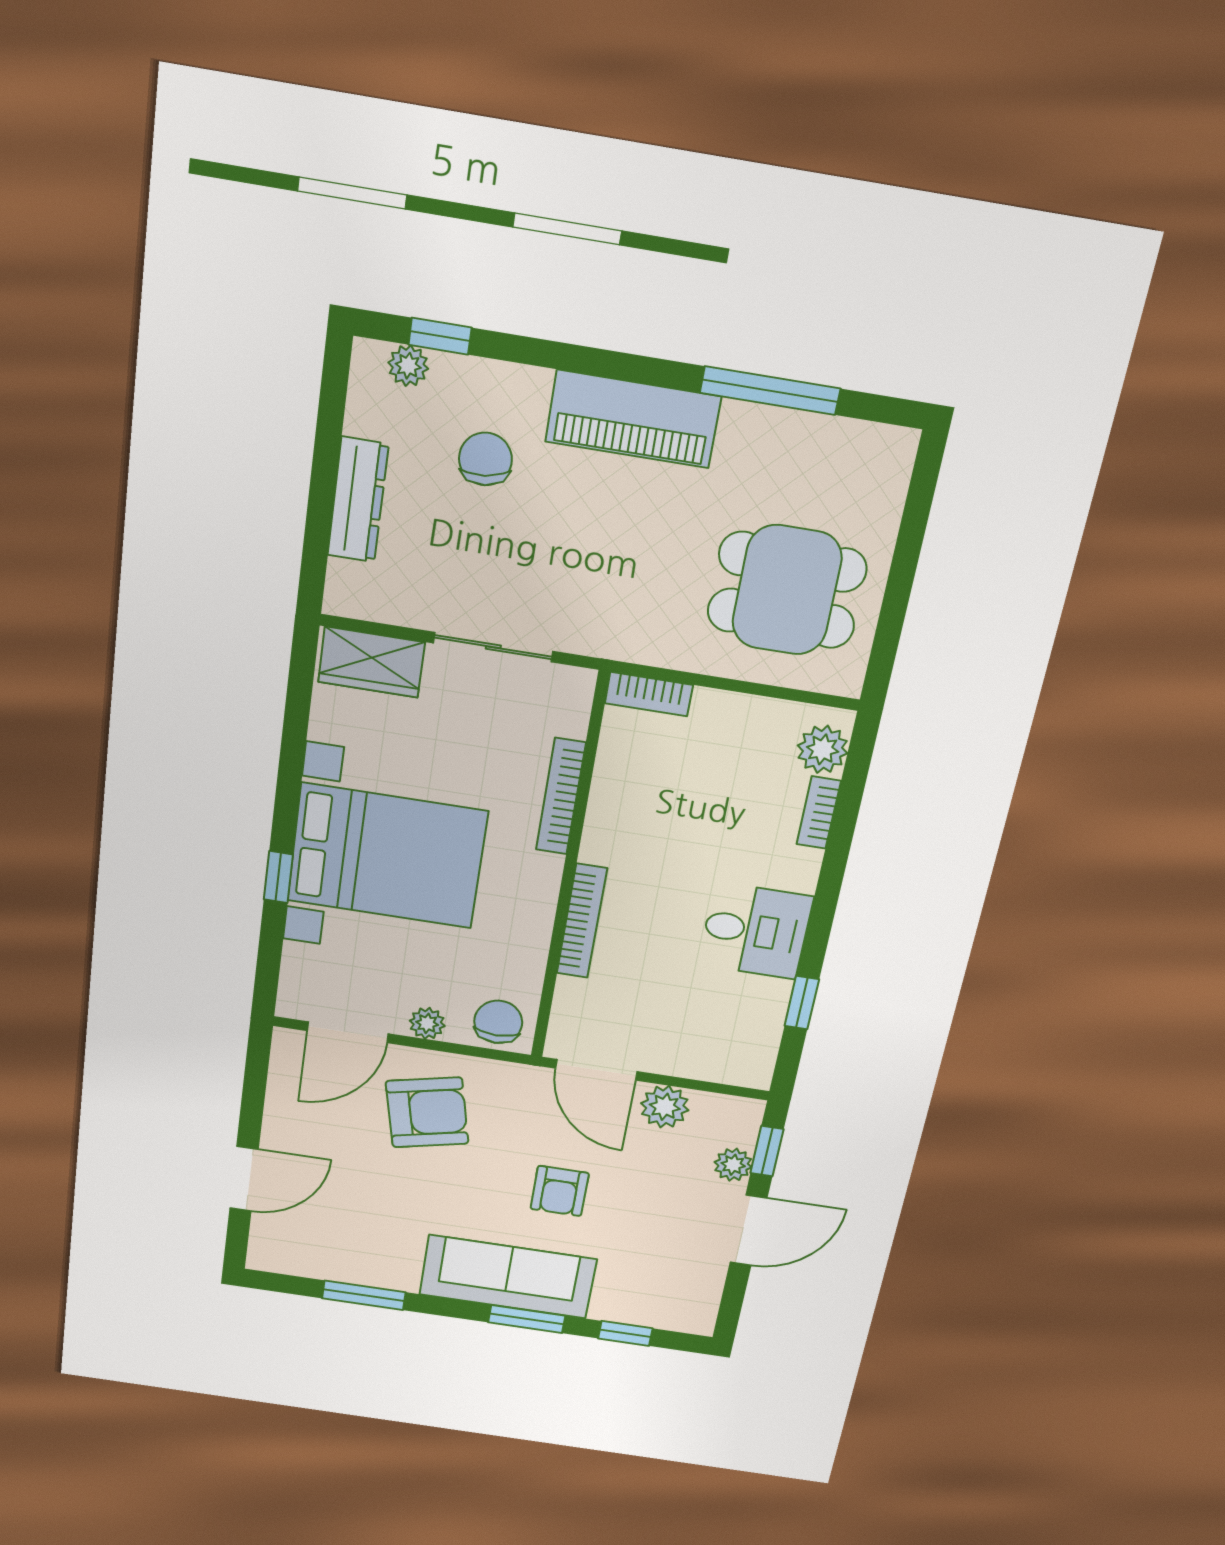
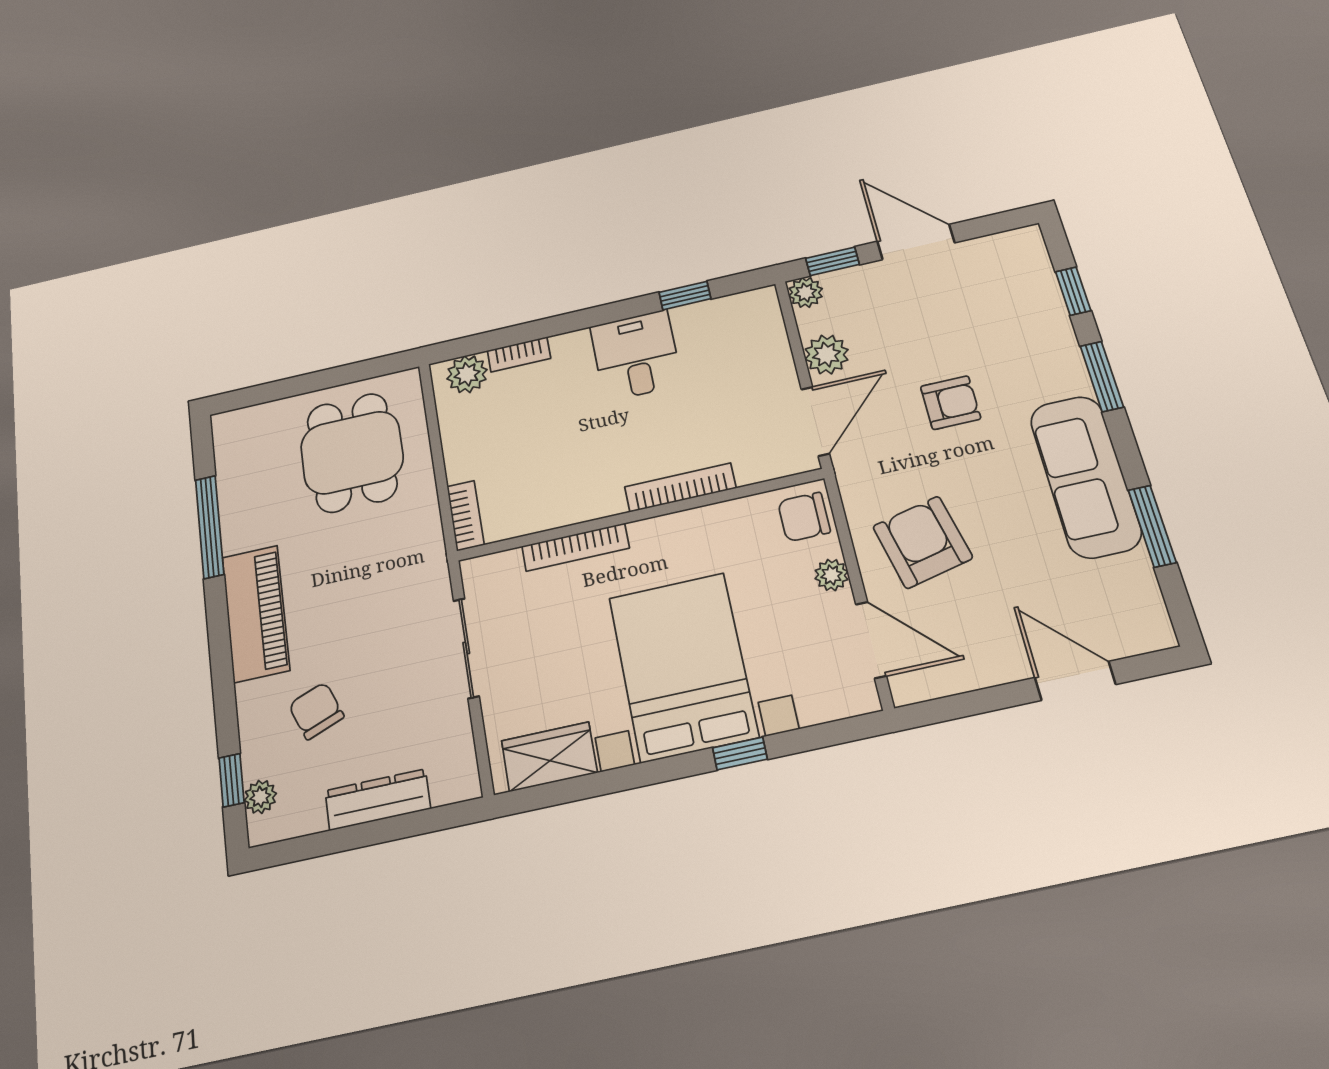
chair: (485, 459) -> (316, 711), turned 76
wardrobe: (371, 662) -> (549, 757), moved, turned -90
plant: (733, 1165) -> (806, 292), moved
sofa: (508, 1277) -> (1085, 476), moved

